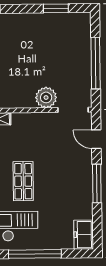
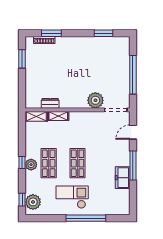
door: (96, 139) -> (133, 132), hinge flipped
freezer: (84, 235) -> (123, 178), moved

